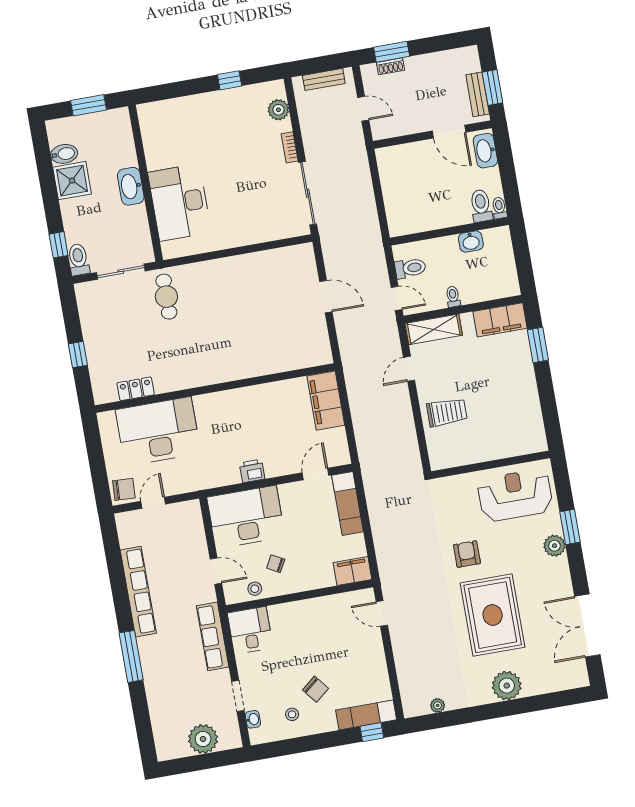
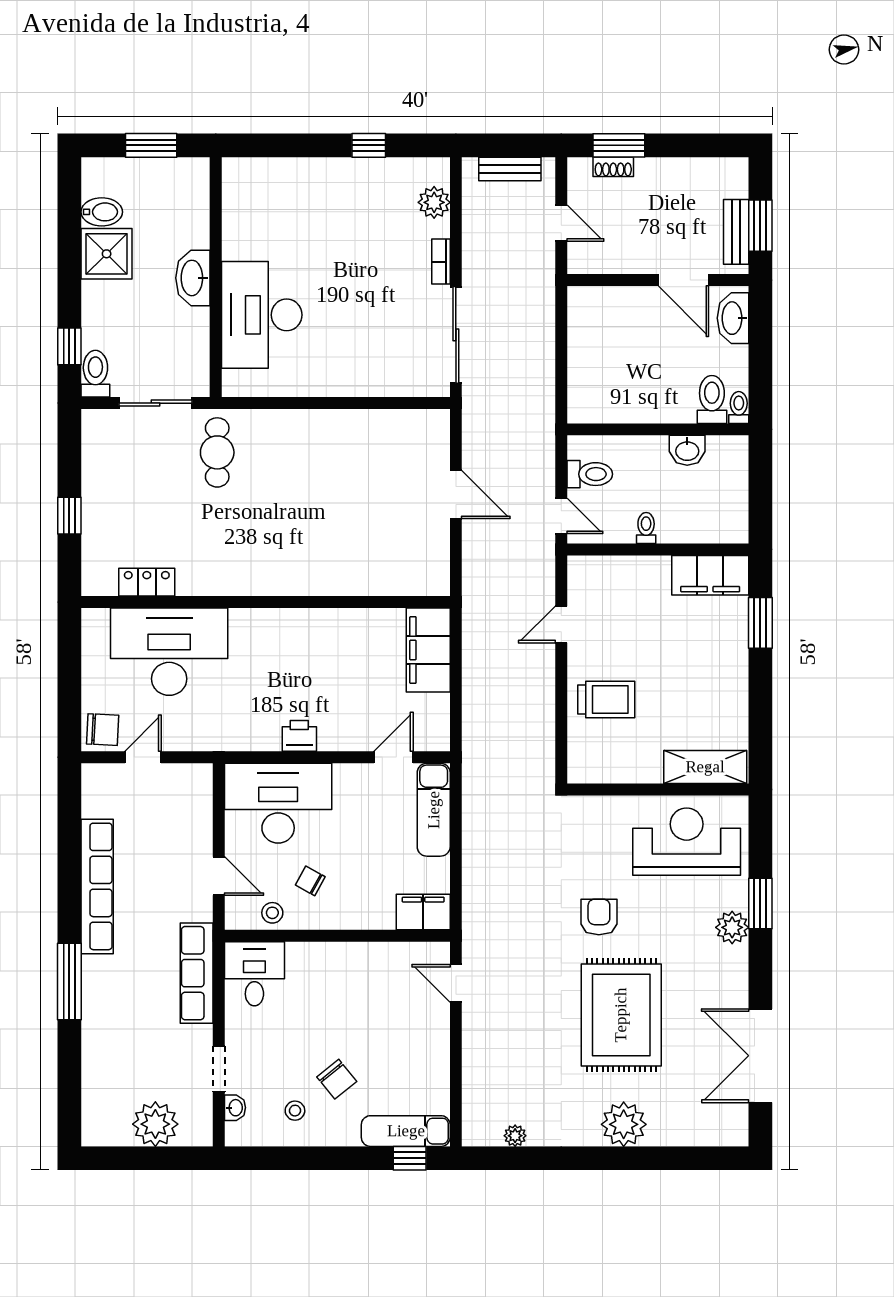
shelving: (434, 329) -> (705, 767), moved

